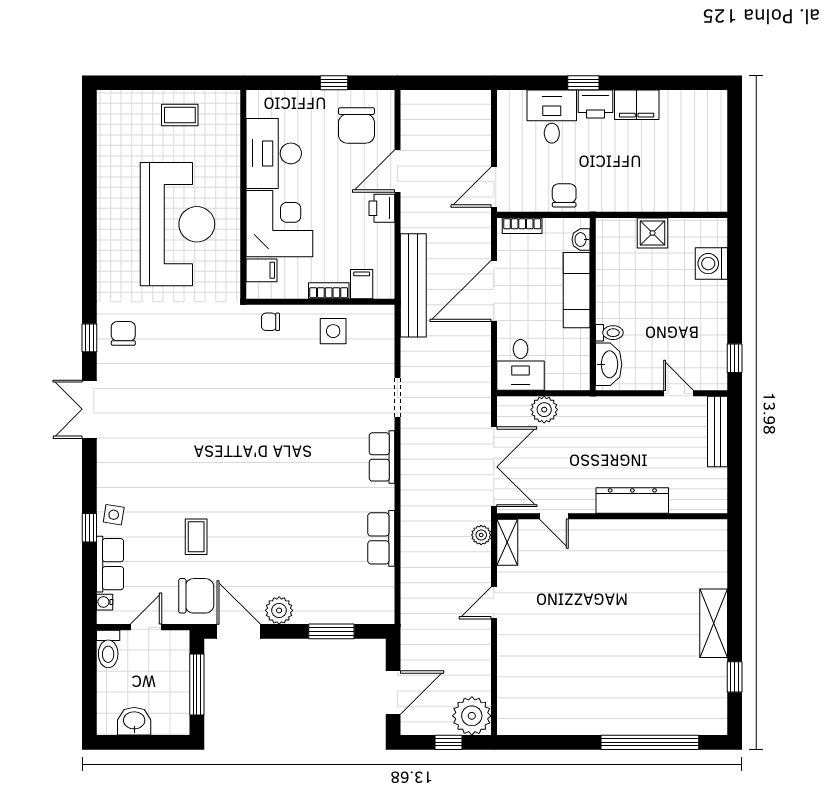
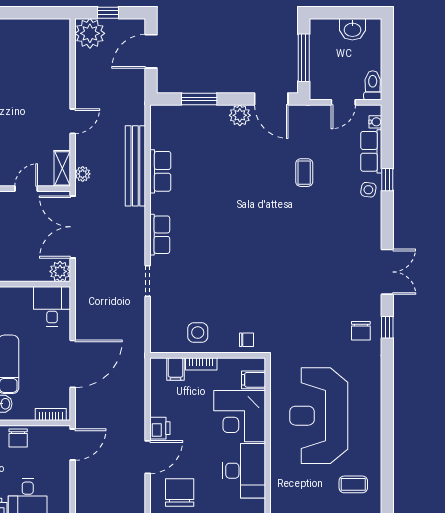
coffee table: (180, 115) -> (353, 484), moved
bench: (413, 285) -> (135, 166), moved
plant: (544, 410) -> (60, 271), moved
door: (554, 516) -> (26, 189), hinge flipped
chair: (196, 596) -> (304, 127), removed

